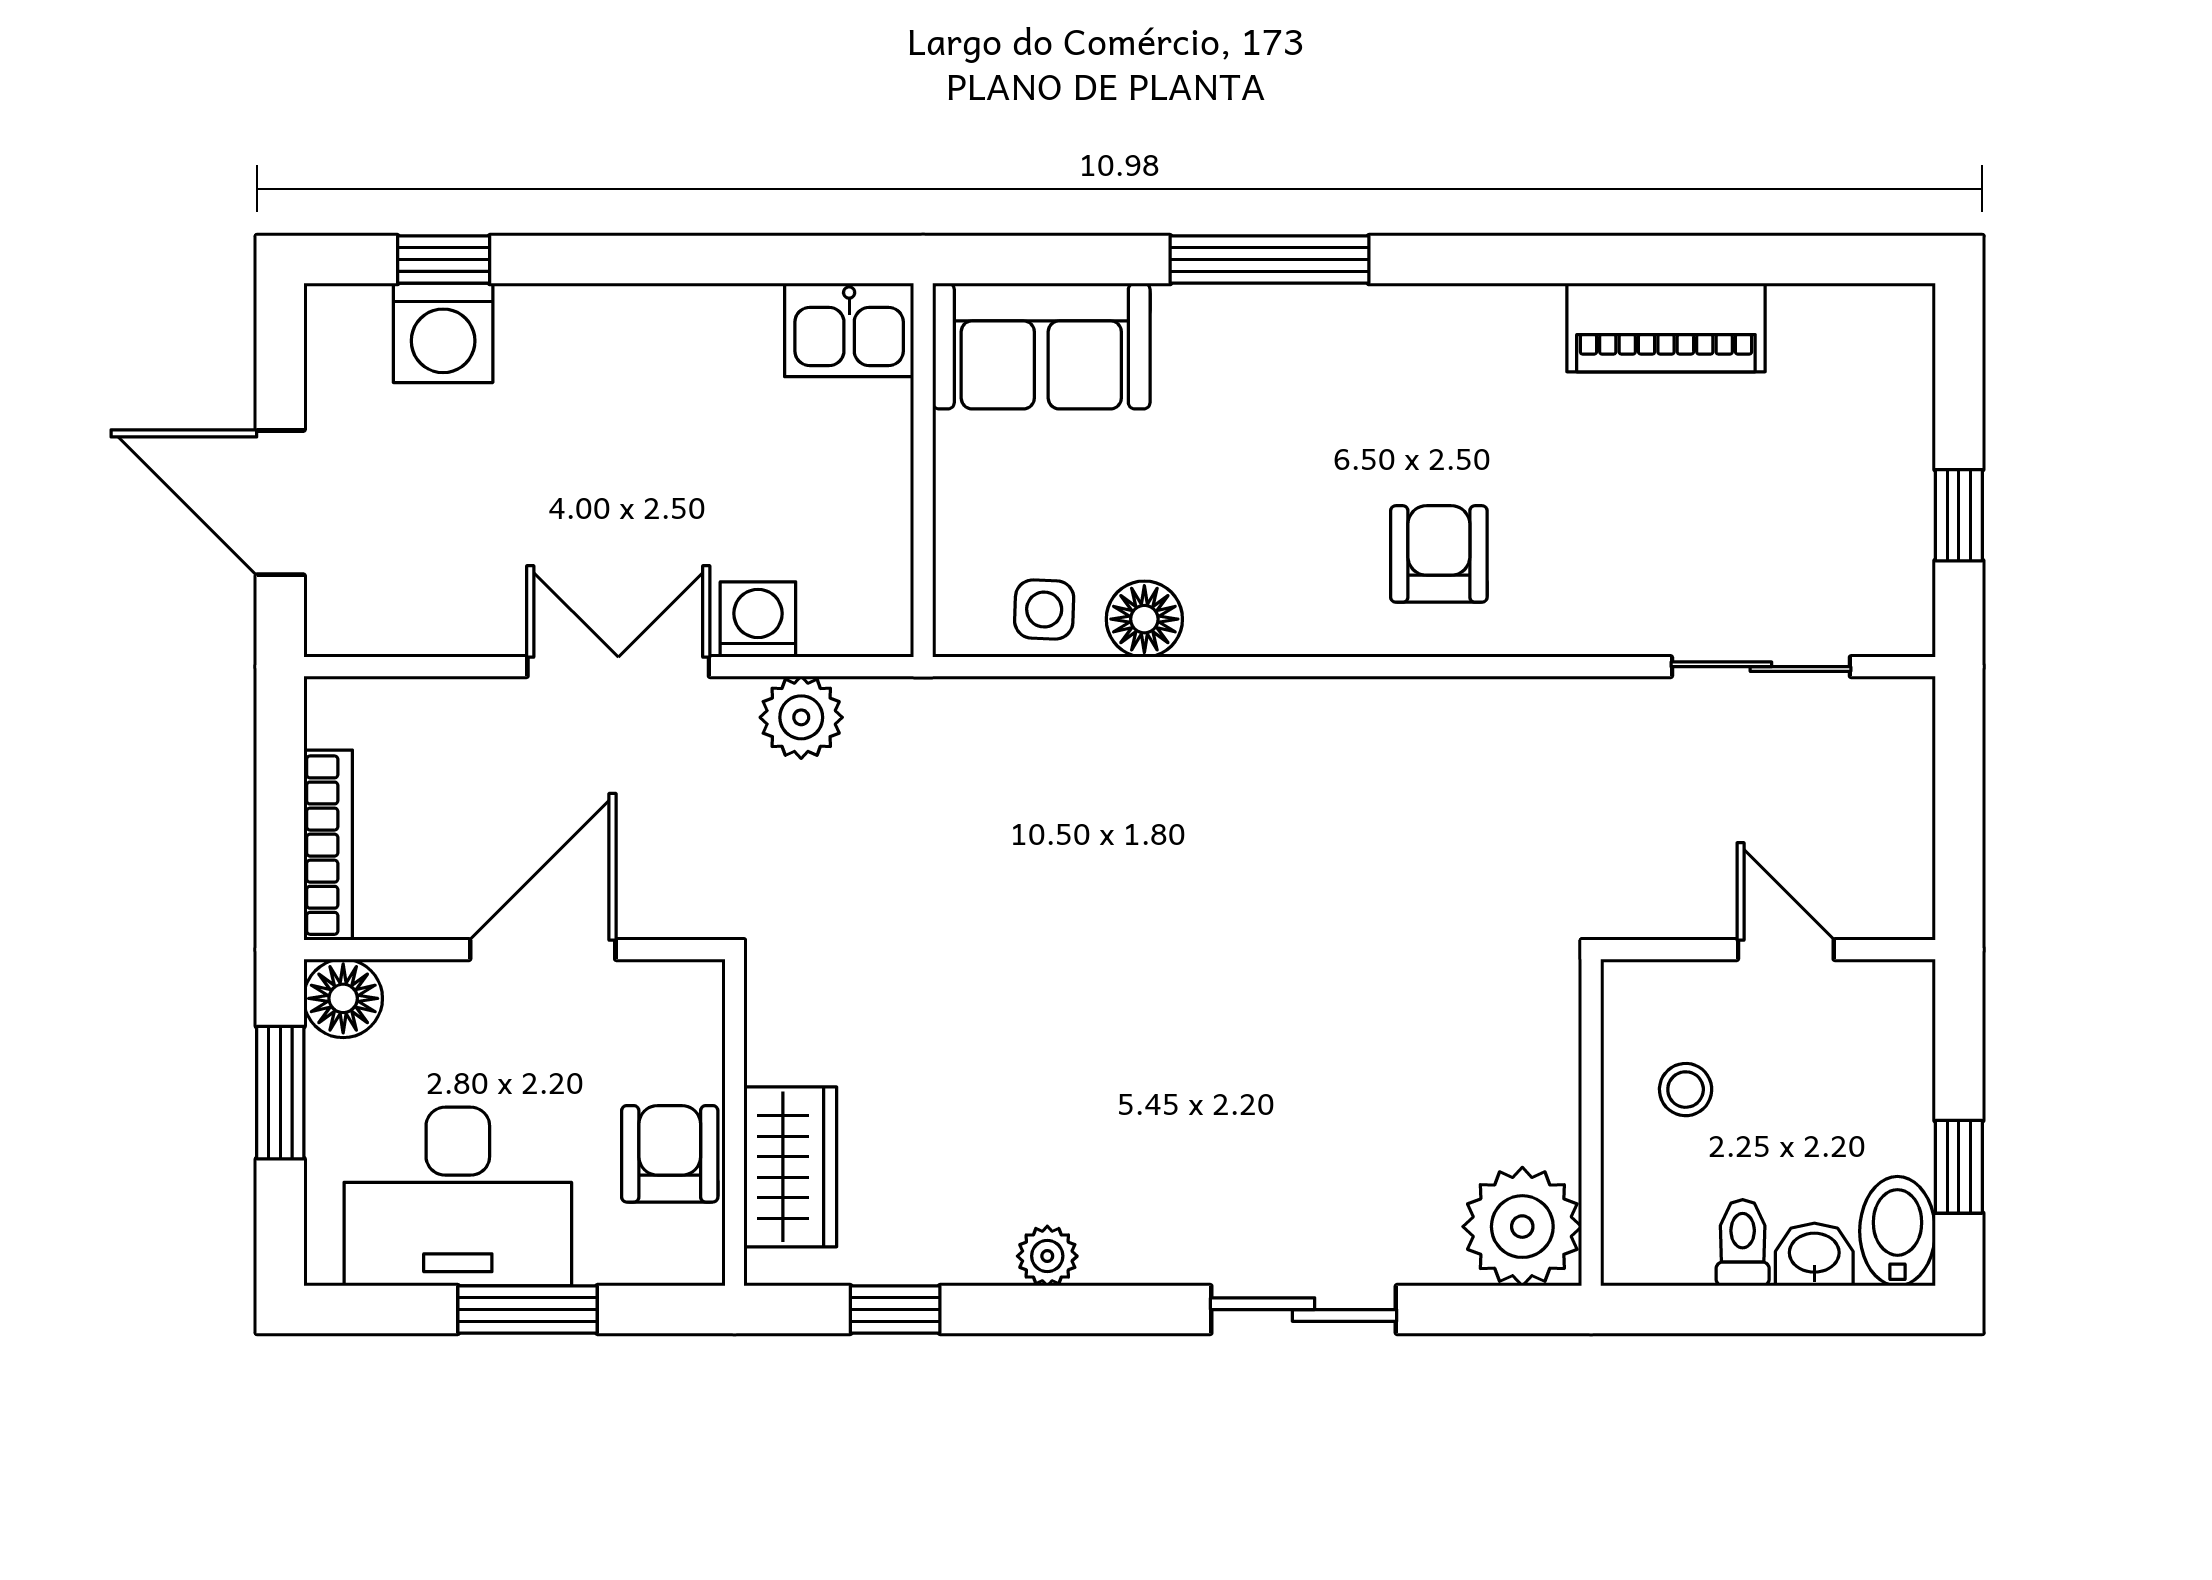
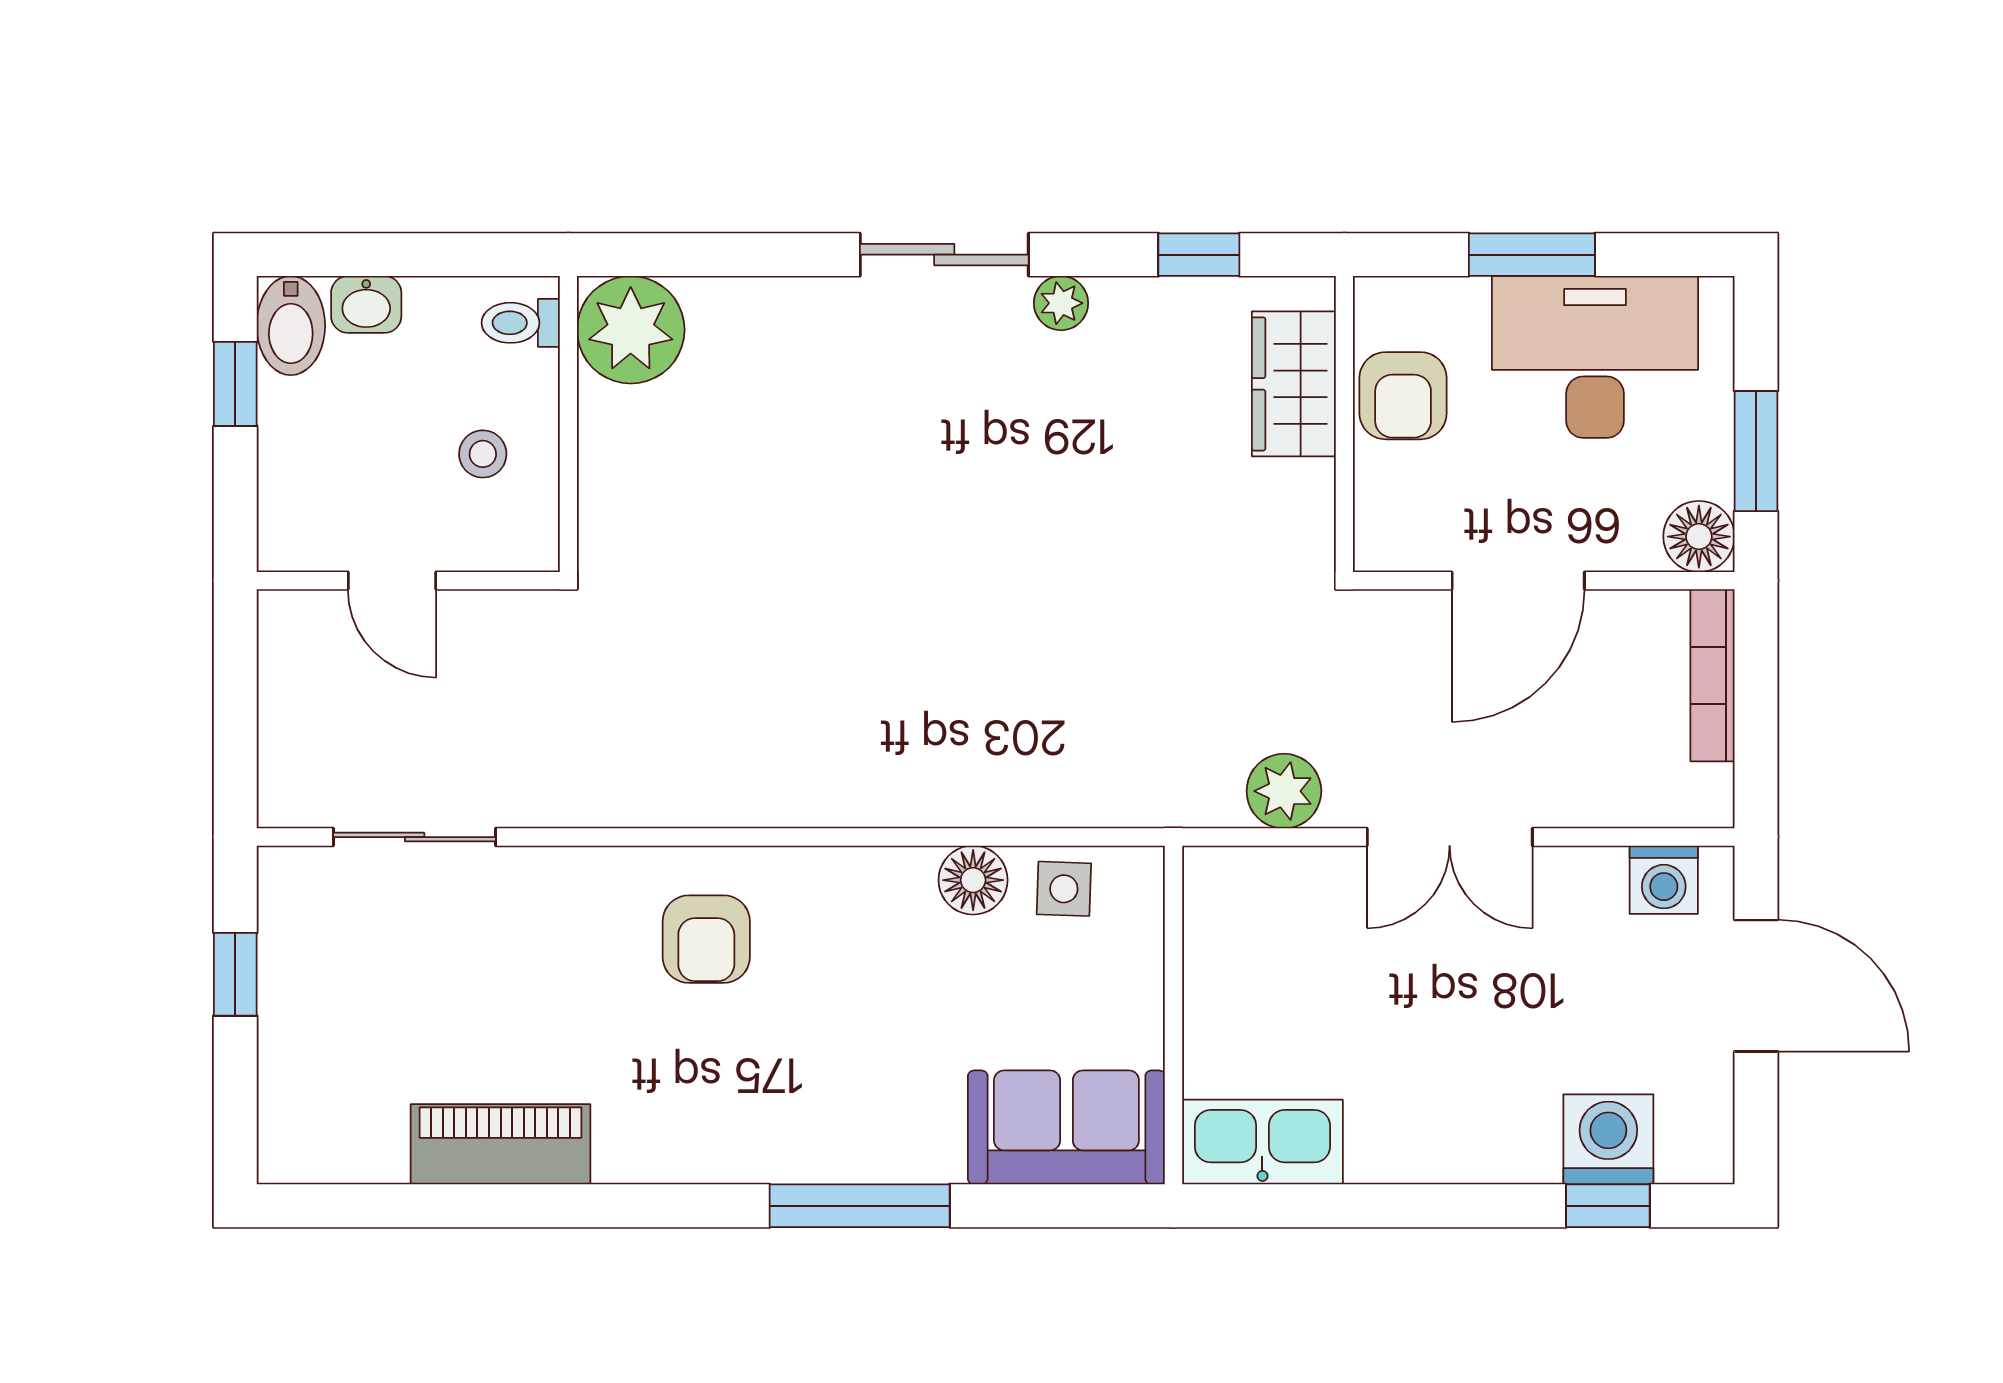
kitchen sink: (849, 330) -> (1262, 1142), width x1.38
washing machine: (758, 620) -> (1664, 880), moved
toilet: (1743, 1243) -> (521, 323), moved, turned 90
sliding door: (1304, 1310) -> (944, 255), moved

